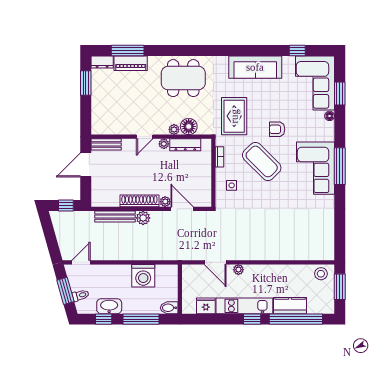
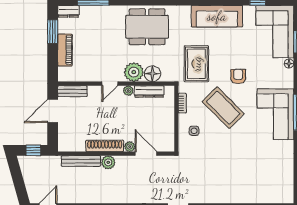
piano: (131, 63) -> (65, 50), moved, turned -90
plant: (174, 129) -> (134, 72), width x1.88, depth x1.88
armchair: (277, 129) -> (238, 76), turned 90

